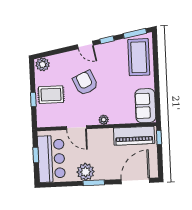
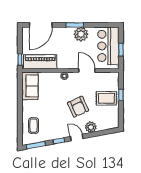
coffee table: (139, 57) -> (34, 126), width x0.54, depth x0.58
plant: (43, 64) -> (91, 127), moved

